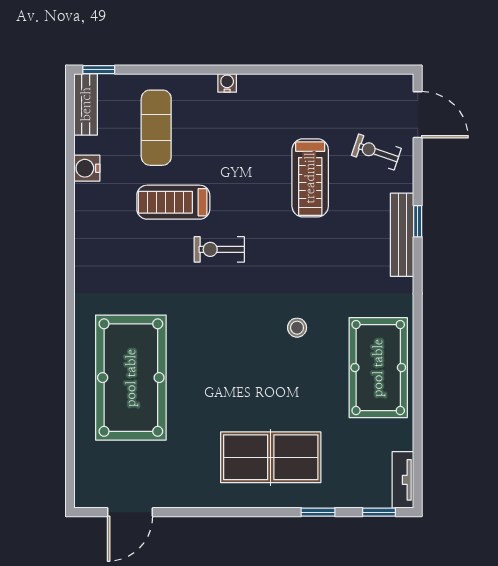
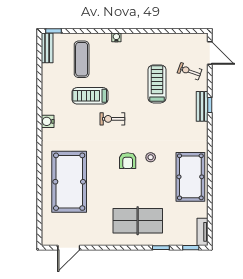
water cooler: (87, 168) -> (48, 121), moved
treadmill: (310, 178) -> (157, 84), turned 180
bench: (402, 235) -> (202, 106), width x0.73
armchair: (250, 335) -> (128, 161), added

